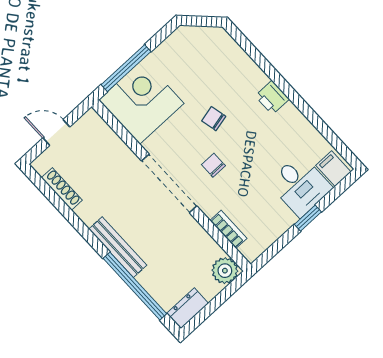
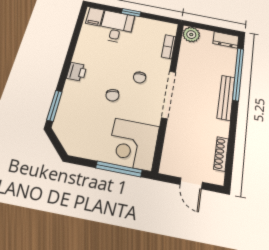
window: (247, 46) -> (54, 106), added

